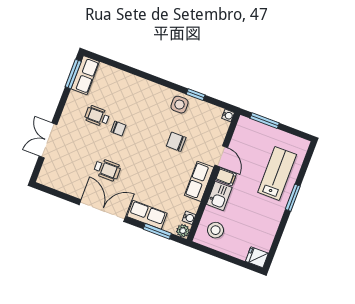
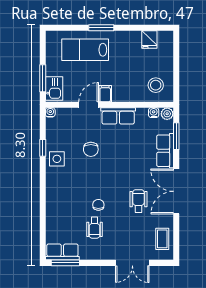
coffee table: (61, 179) -> (162, 239), added
kitchen sink: (219, 196) -> (54, 88), moved, turned 90
fridge: (257, 257) -> (149, 40), moved

